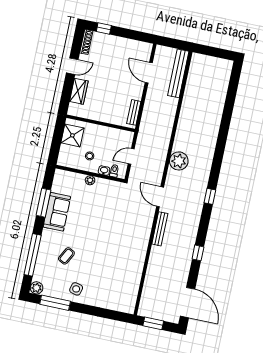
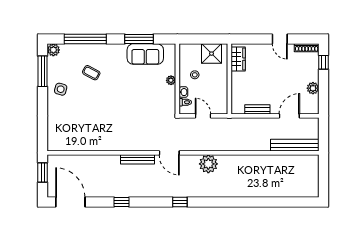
plant: (127, 44) -> (313, 88), added
wardrobe: (79, 91) -> (238, 59), moved, turned -90
bench: (134, 112) -> (257, 109), moved
door: (160, 197) -> (169, 153), swing flipped
sofa: (57, 212) -> (145, 54), moved
door: (188, 303) -> (70, 202), swing flipped

